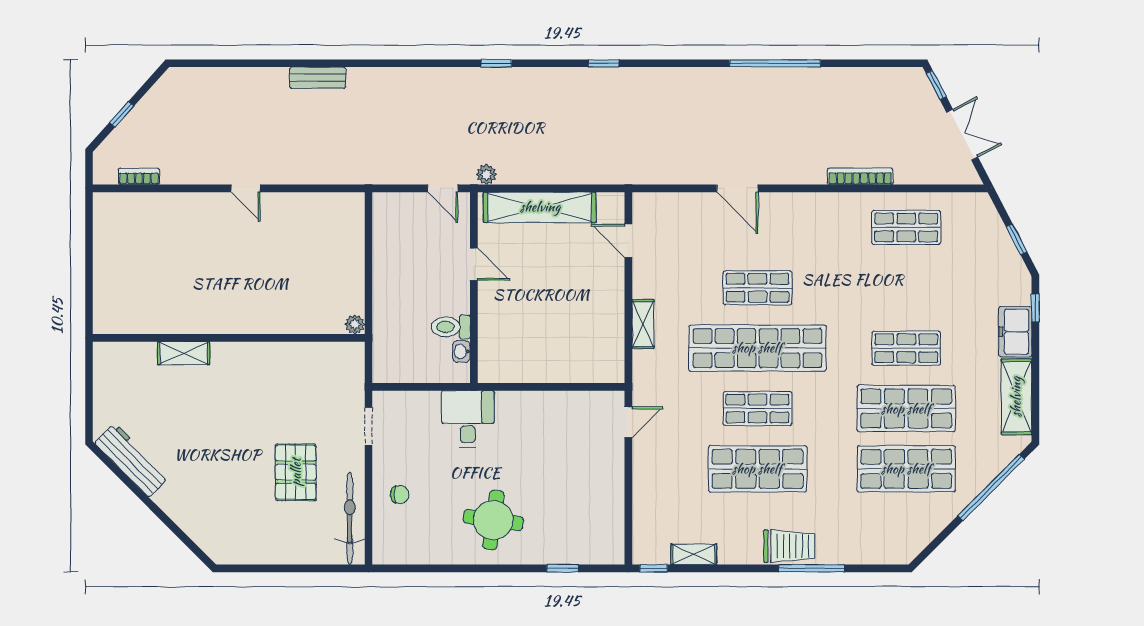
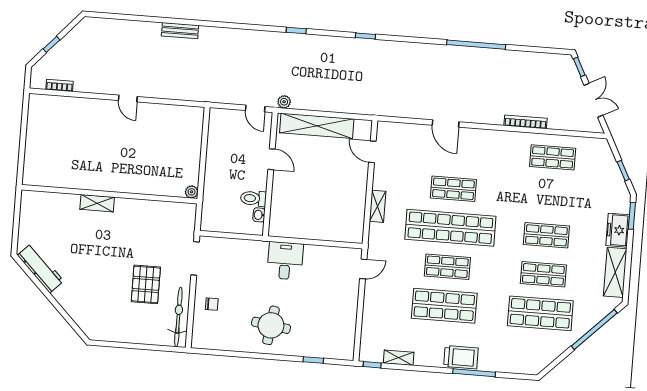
window: (1035, 308) -> (632, 216), width x1.50
shelving: (184, 353) -> (97, 203), moved
shop shelf: (906, 409) -> (543, 274), width x0.70, depth x0.74
desk: (468, 419) -> (285, 261), moved
doorway: (368, 426) -> (195, 258), width x1.38

